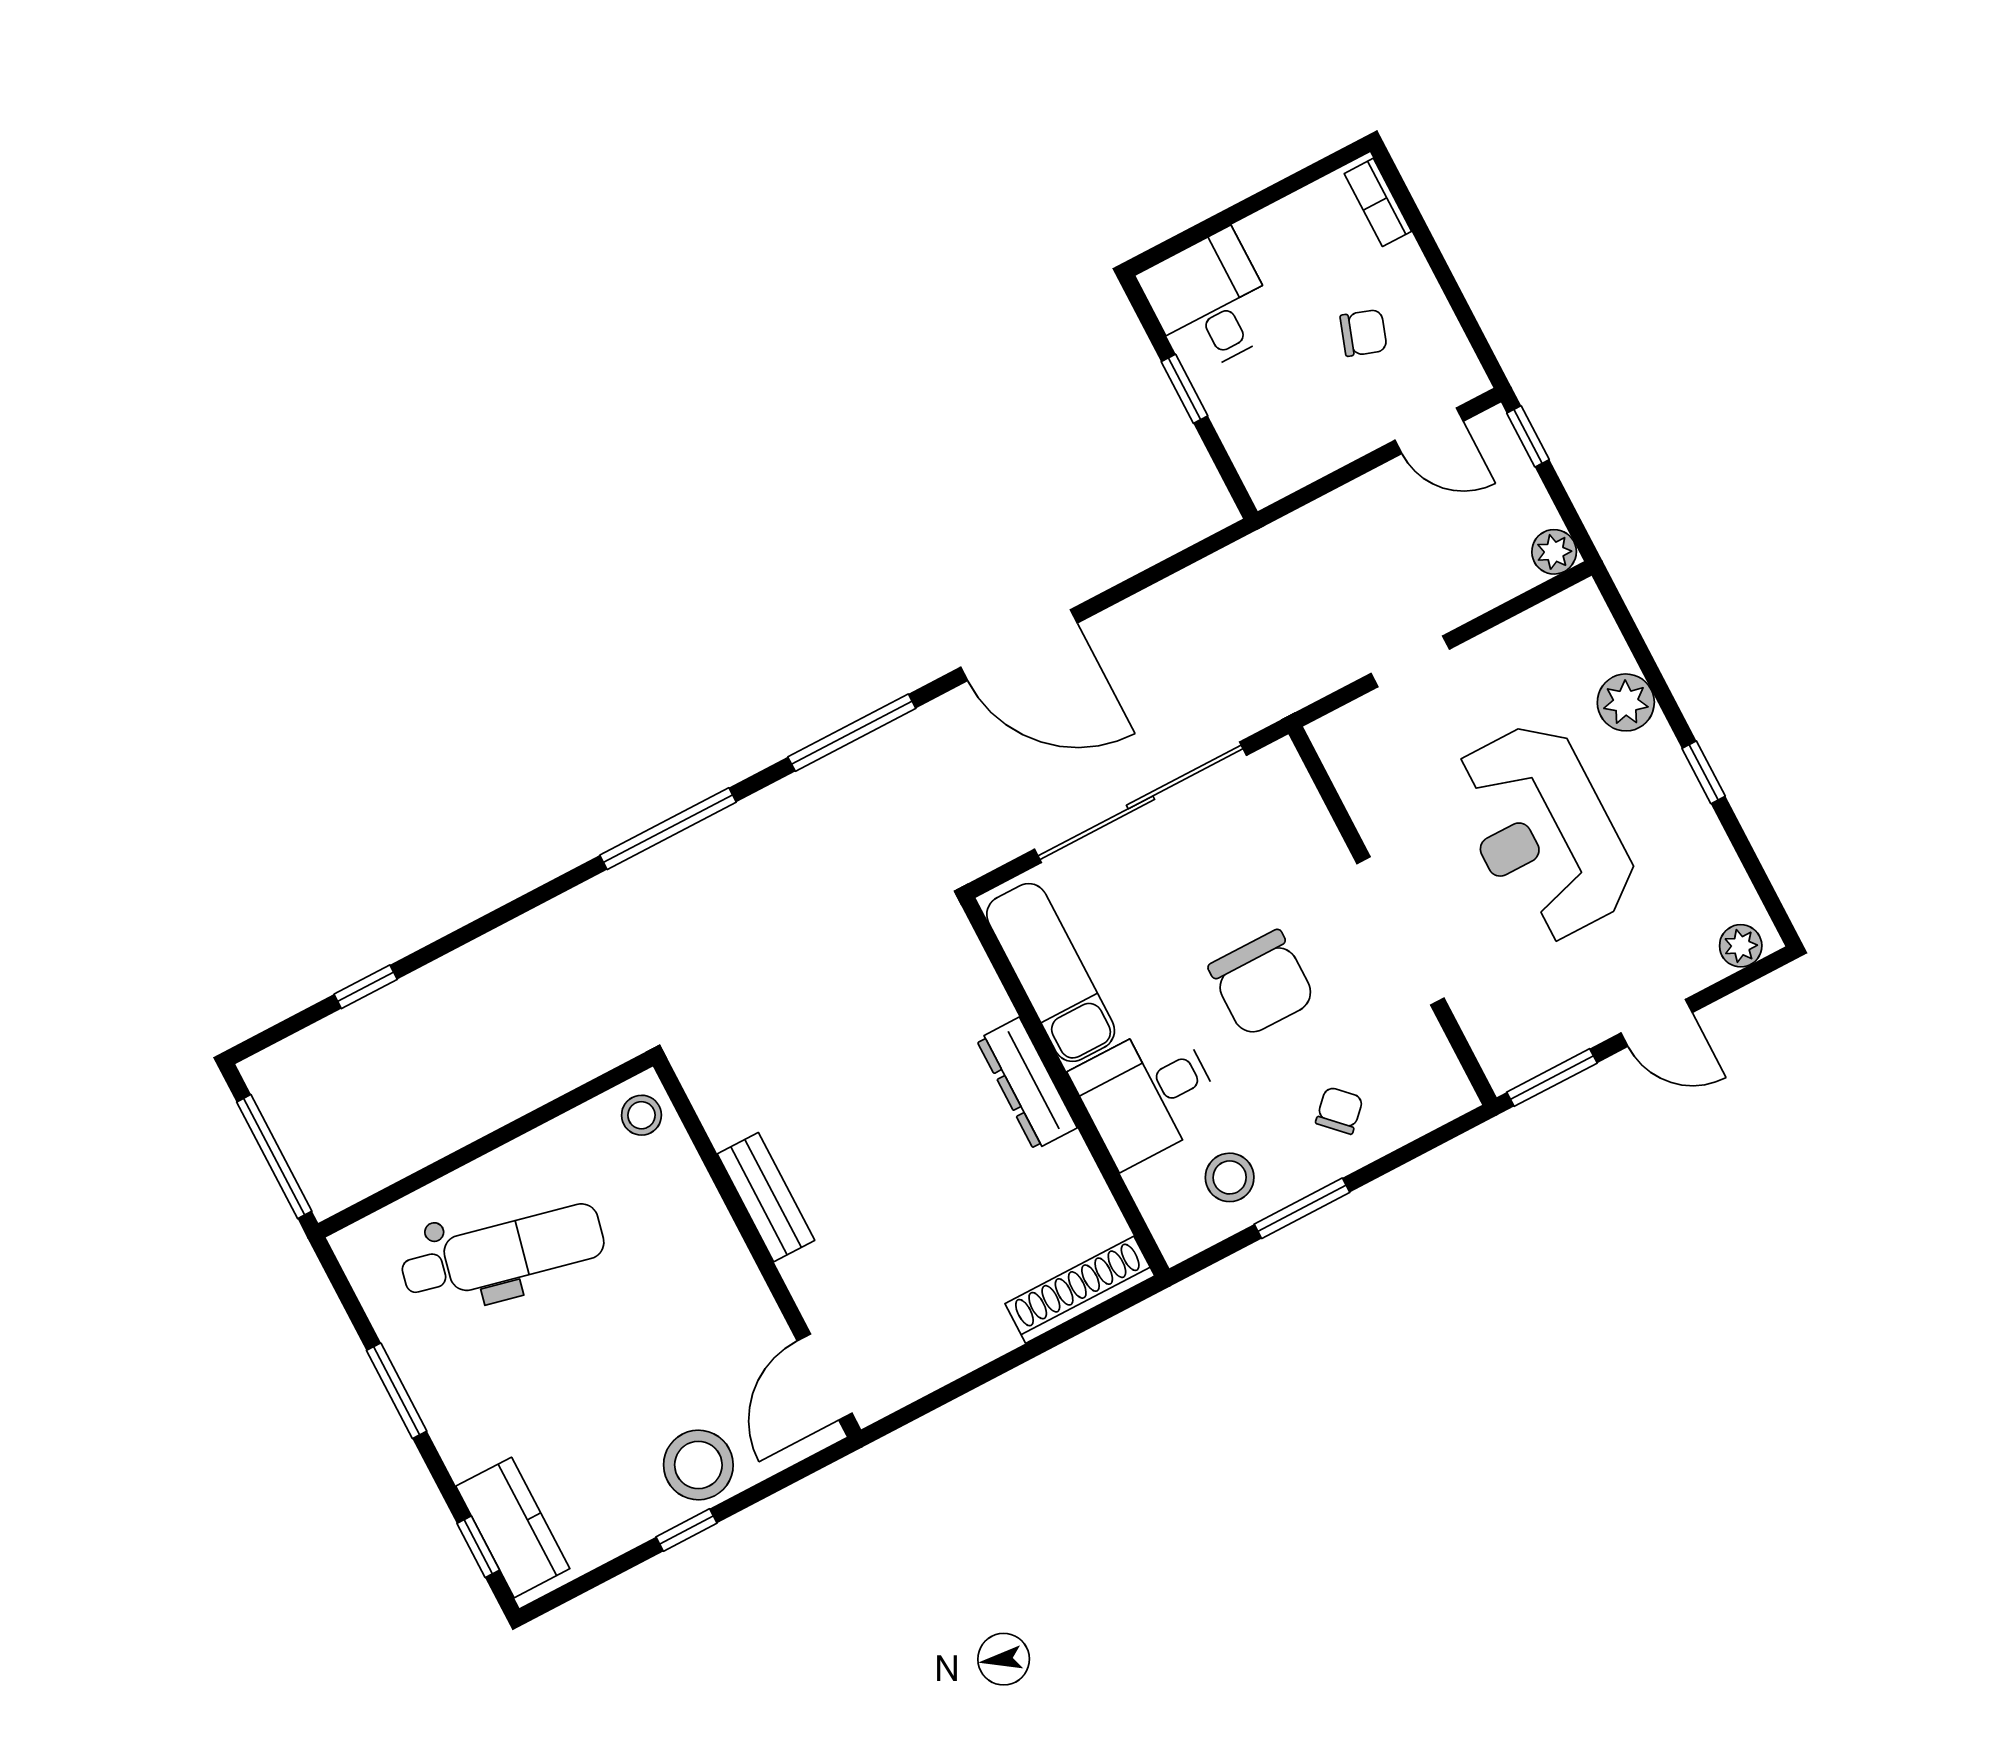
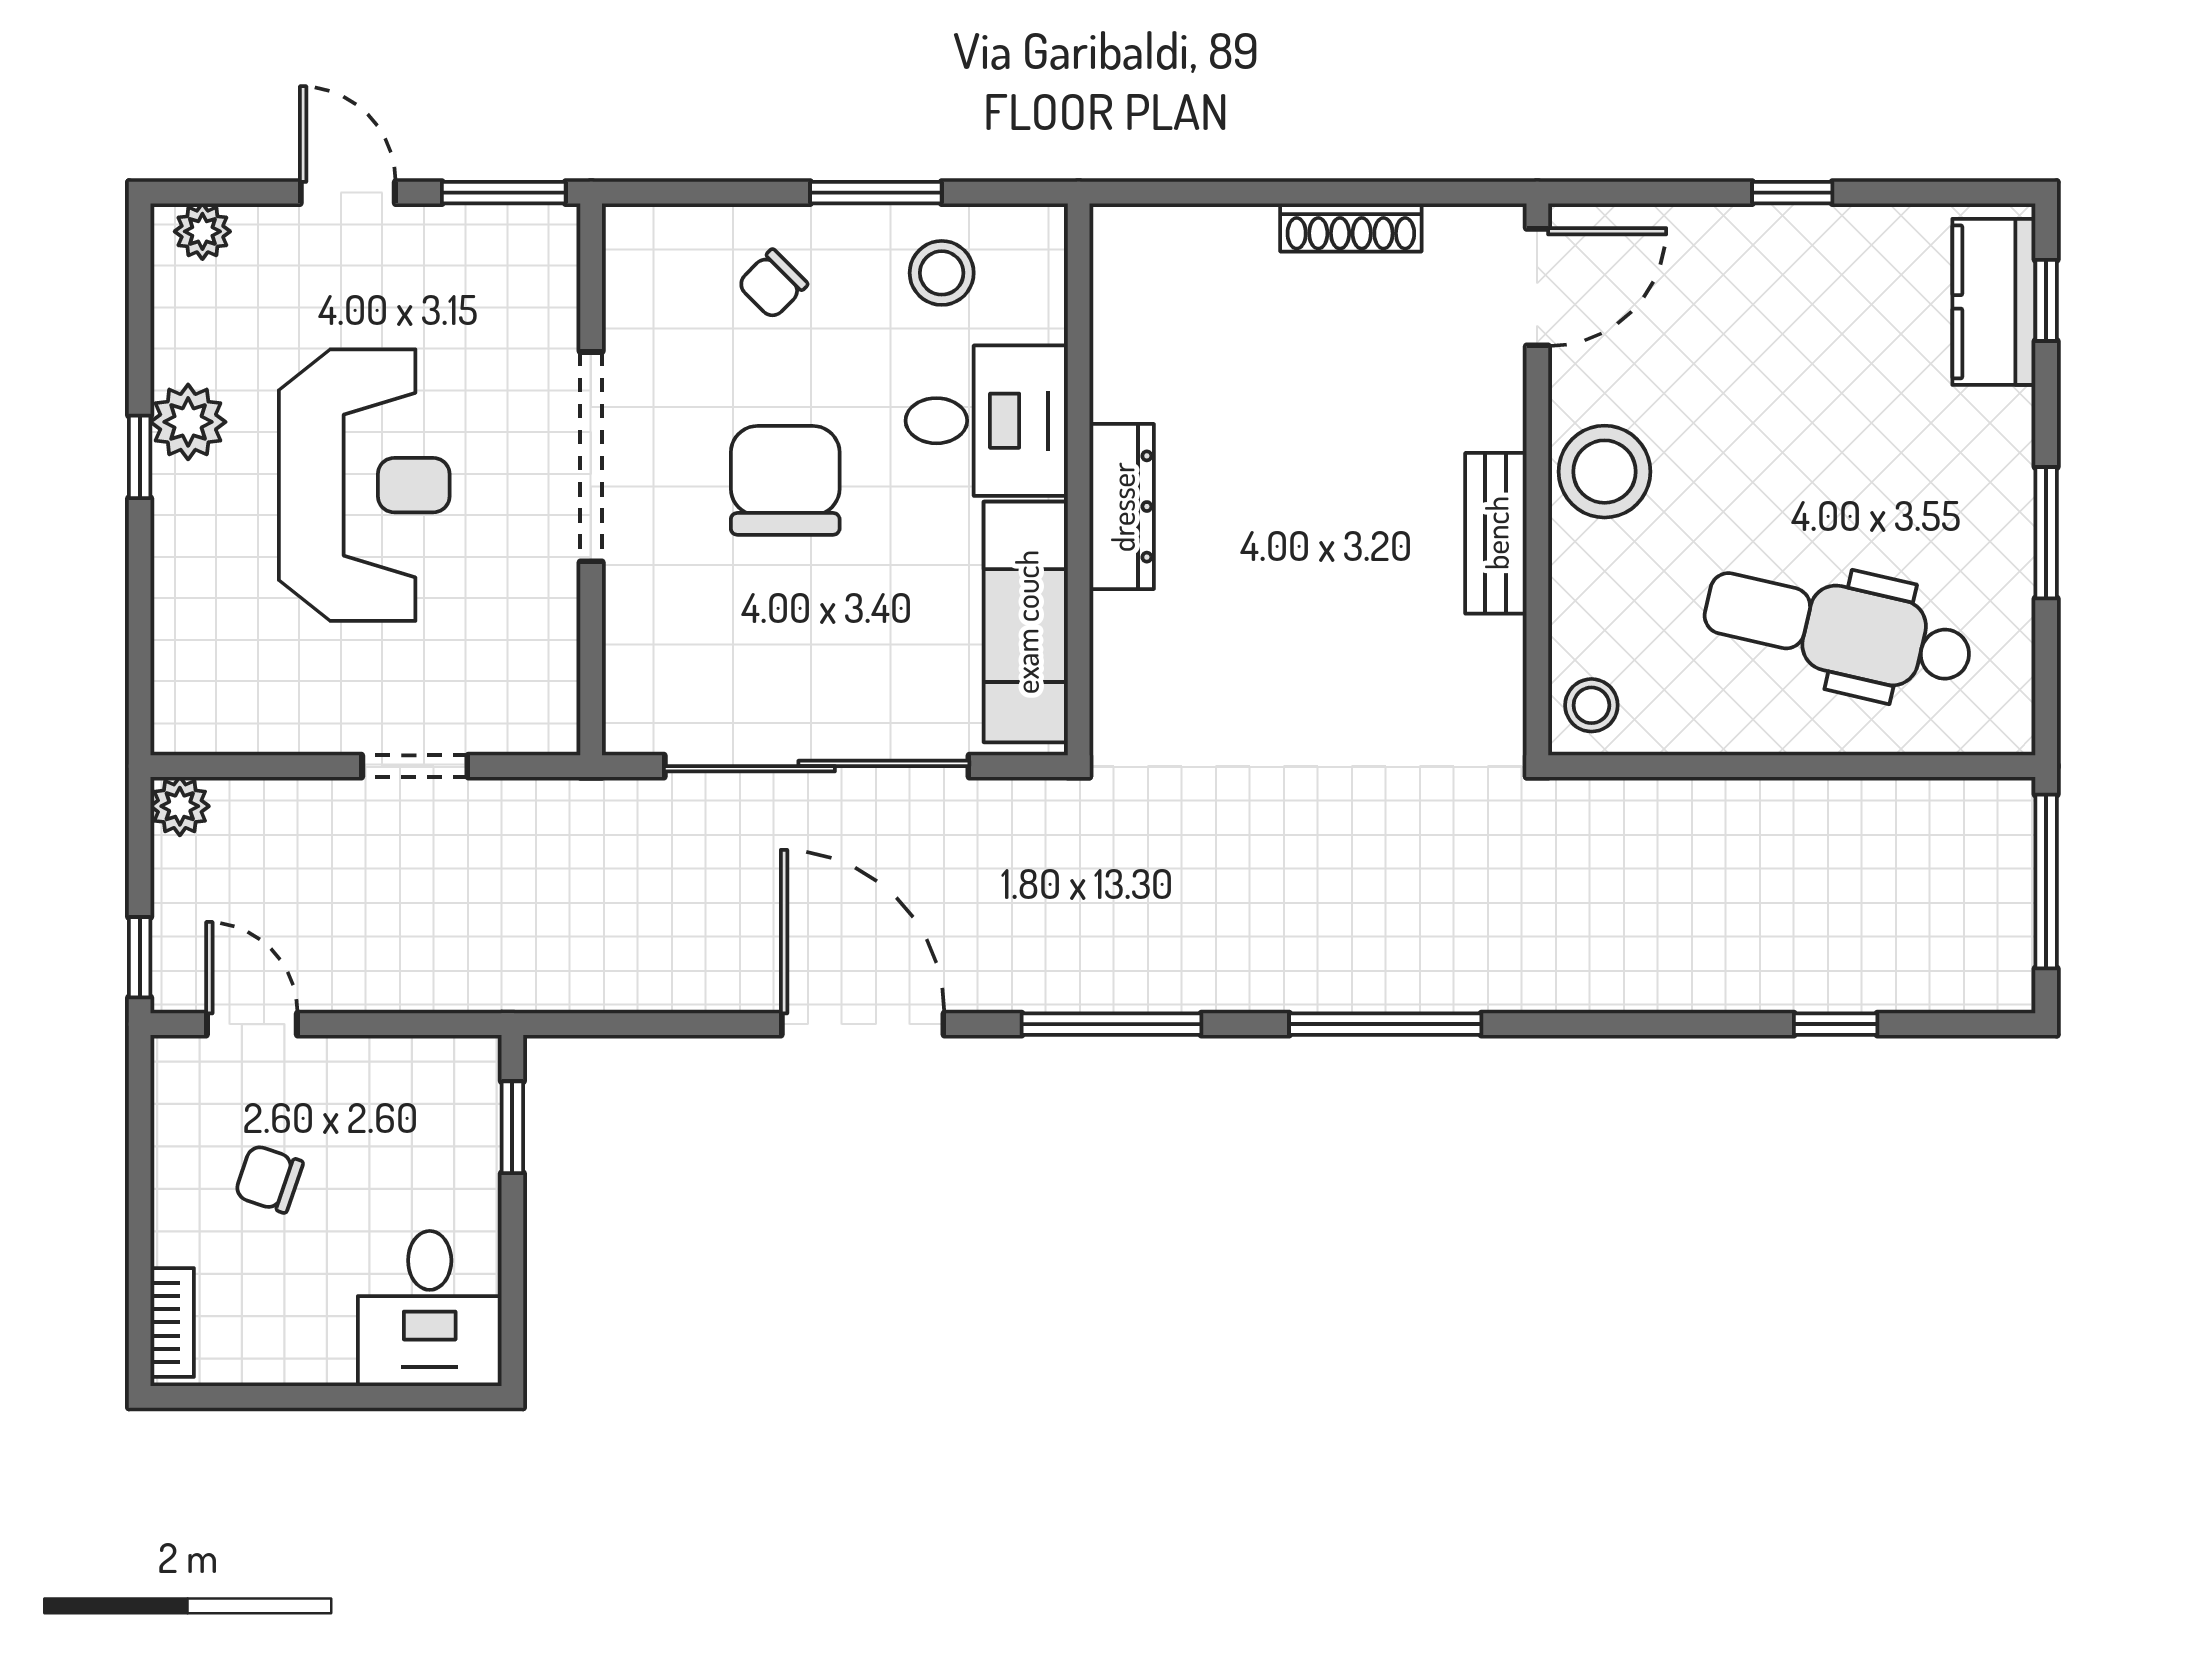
window: (1184, 389) -> (512, 1127), moved
plant: (1626, 702) -> (188, 422), moved
shoe rack: (1080, 1290) -> (1351, 228), moved, width x0.74, depth x0.81
stool: (698, 1465) -> (1605, 472), moved

